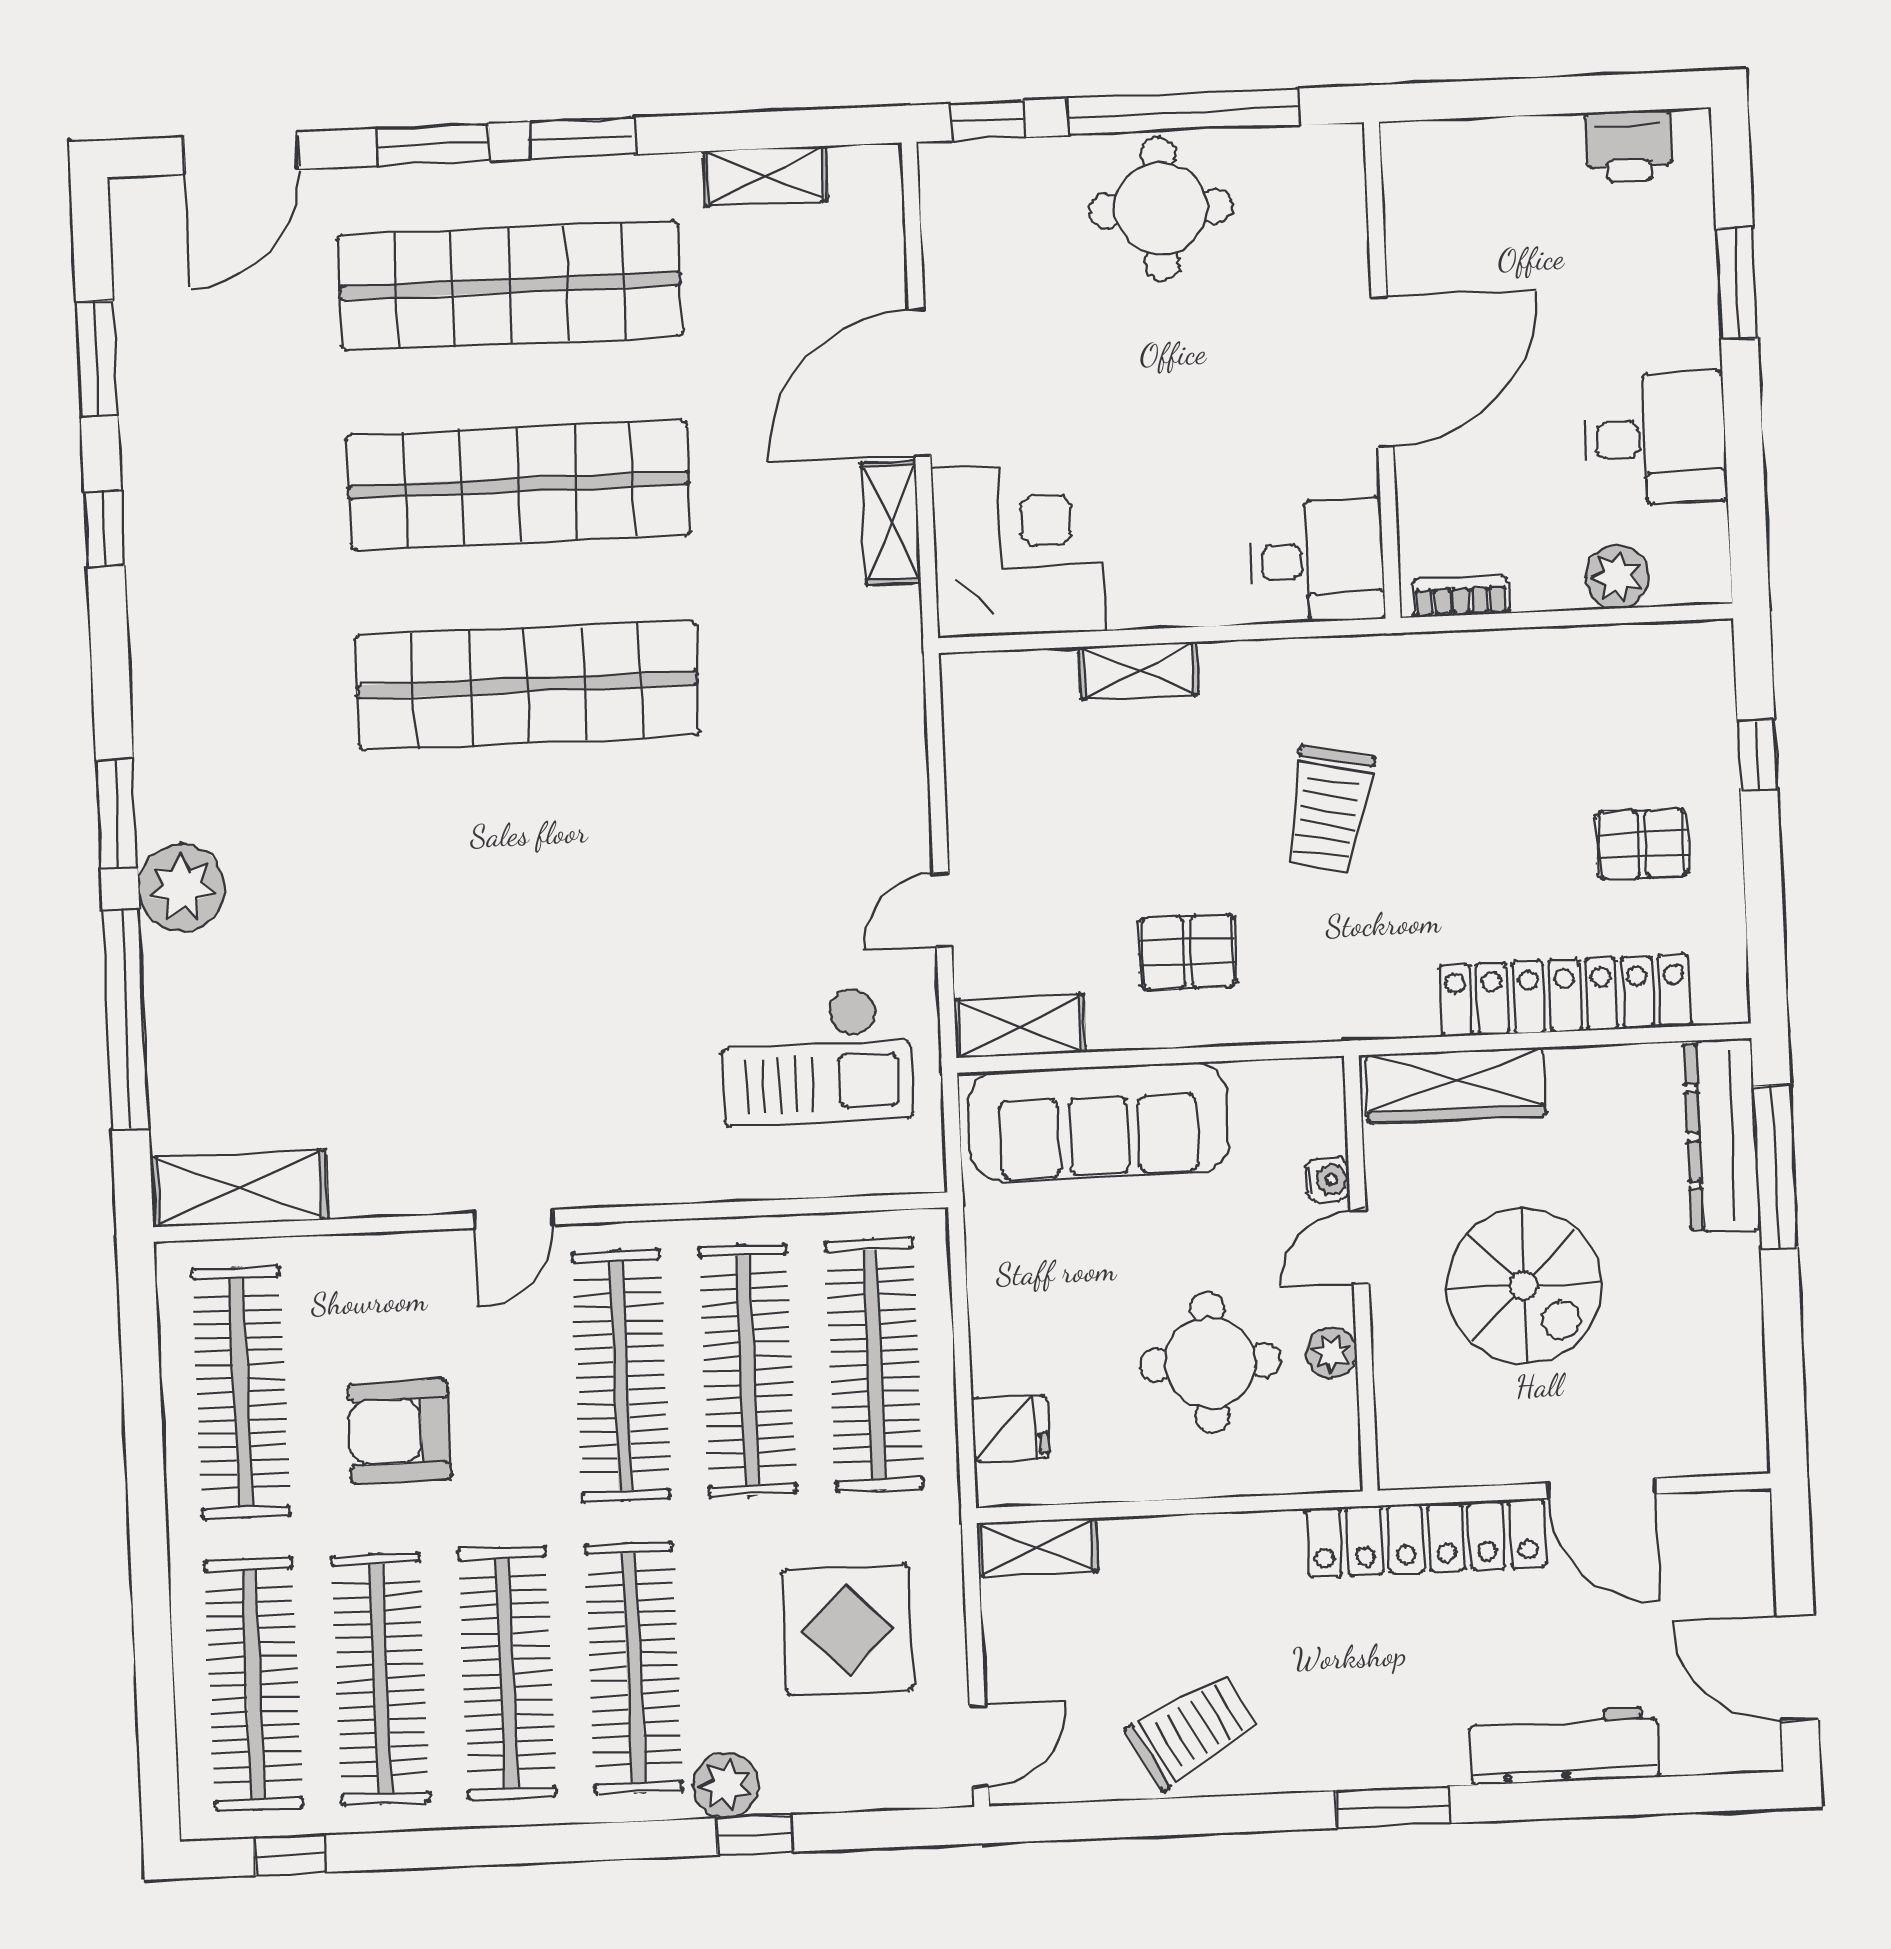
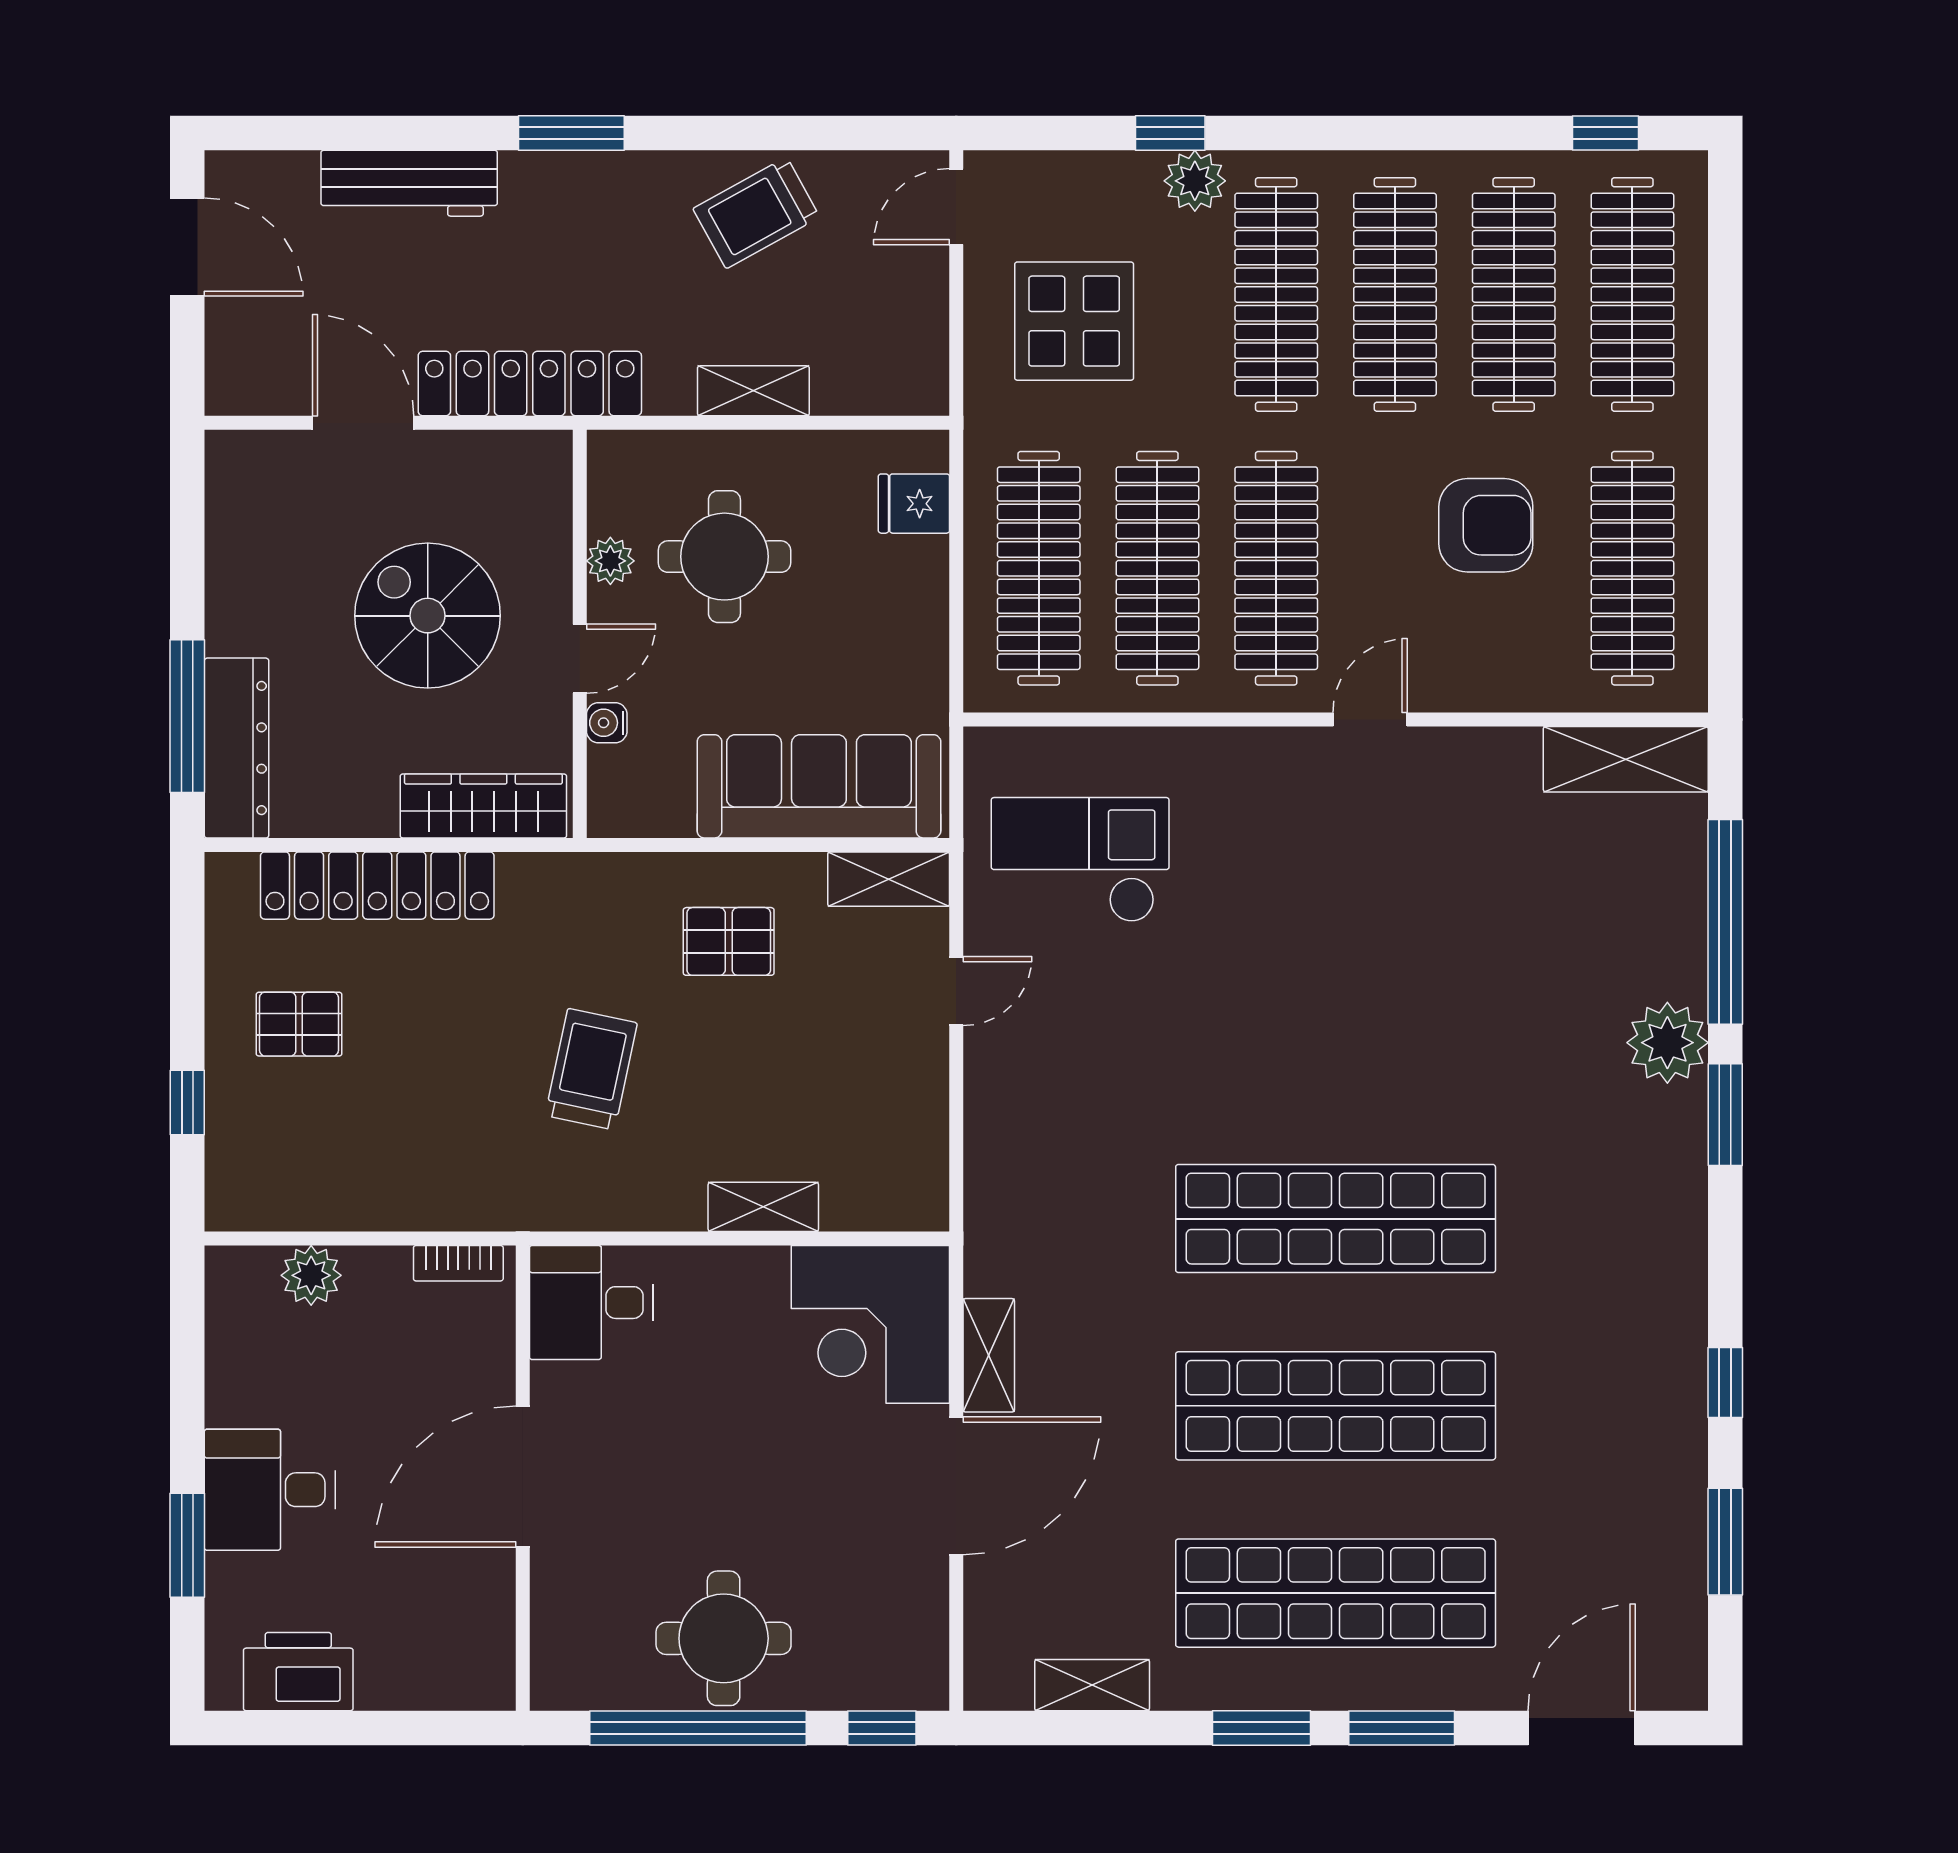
printer: (1628, 146) -> (298, 1672), width x1.37, depth x1.19
desk: (1655, 438) -> (270, 1490), moved
shelving: (1037, 1547) -> (753, 391), moved

